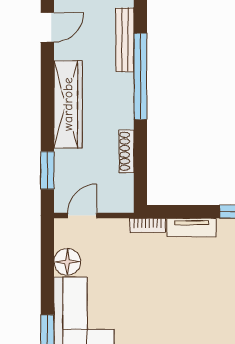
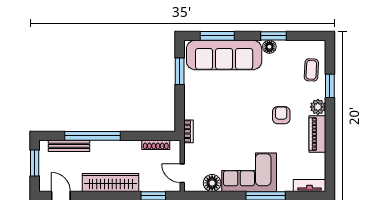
shoe rack: (127, 151) -> (156, 145), moved
tv unit: (192, 227) -> (190, 103), removed

